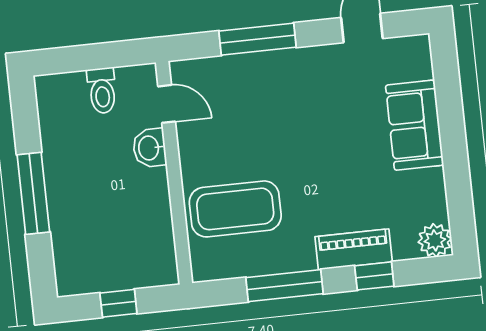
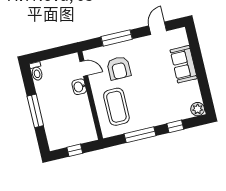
toilet: (102, 91) -> (36, 71), moved
armchair: (253, 114) -> (119, 68), added
coffee table: (235, 209) -> (116, 107), turned 90
piano: (354, 249) -> (166, 117), removed

